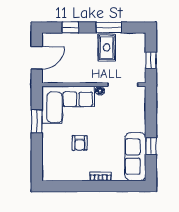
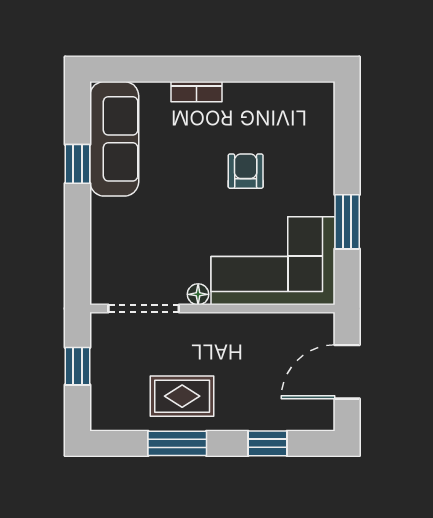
rug: (107, 48) -> (182, 396), turned 90

